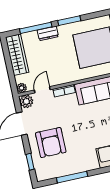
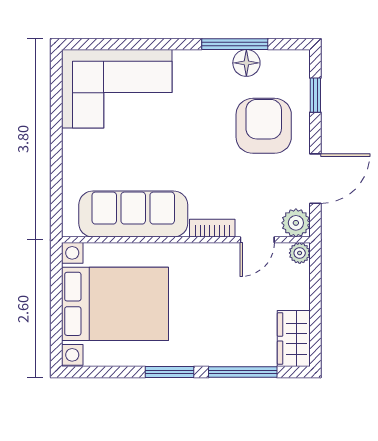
dresser: (48, 33) -> (220, 355), removed
wardrobe: (17, 55) -> (294, 339), width x0.67
floor lamp: (65, 170) -> (246, 63), added

